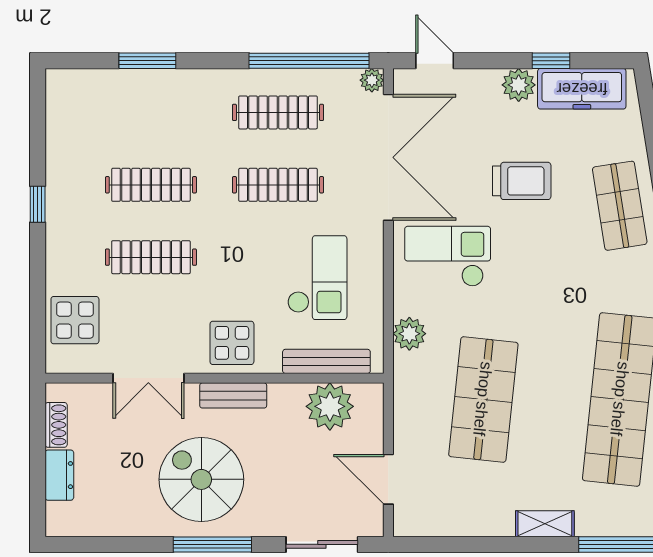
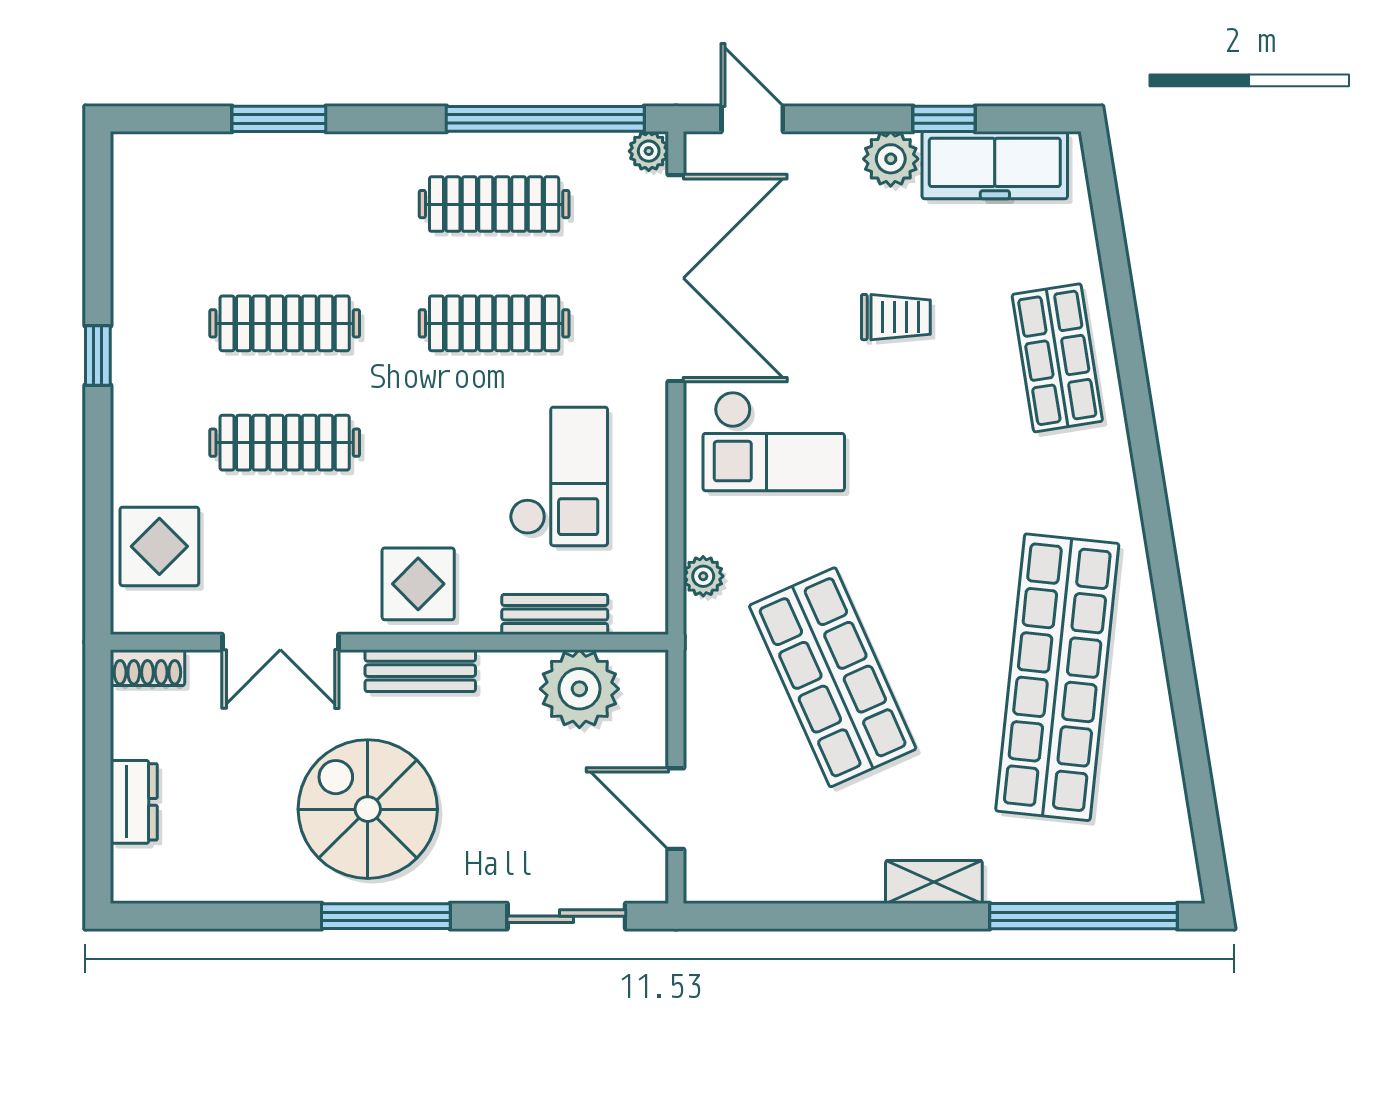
trolley: (522, 181) -> (896, 317), width x0.73, depth x0.72
checkout: (448, 256) -> (774, 441), turned 180
plant: (409, 334) -> (703, 576), width x0.73, depth x0.73
bench: (326, 361) -> (555, 614), width x0.73
shop shelf: (483, 399) -> (833, 677), turned -30
shoe rack: (56, 425) -> (147, 668), moved, turned 90

